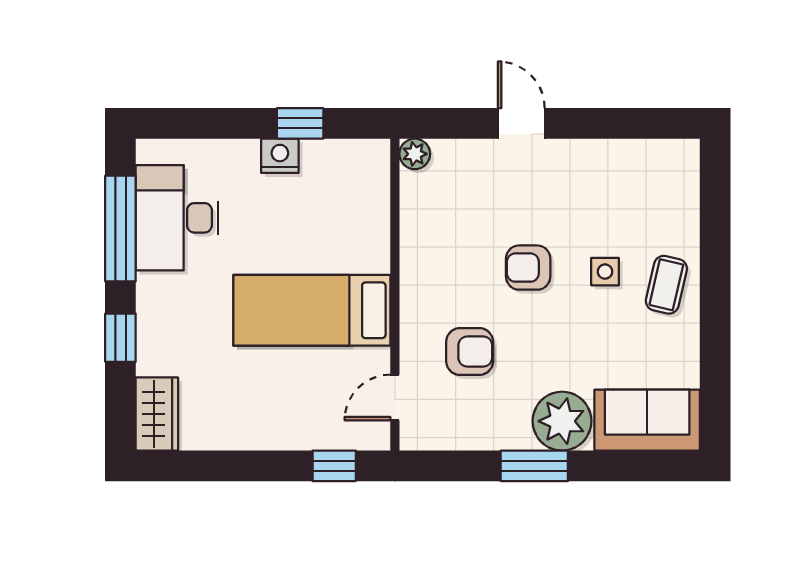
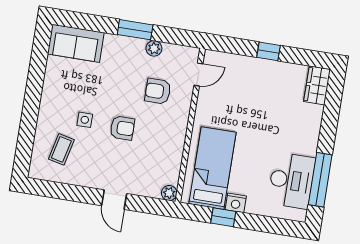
coffee table: (666, 285) -> (61, 149), moved
bed: (312, 310) -> (213, 168), moved, turned -90
window: (120, 338) -> (329, 126), removed
plant: (562, 421) -> (154, 48), moved, width x0.53, depth x0.53
window: (334, 466) -> (269, 51), moved

